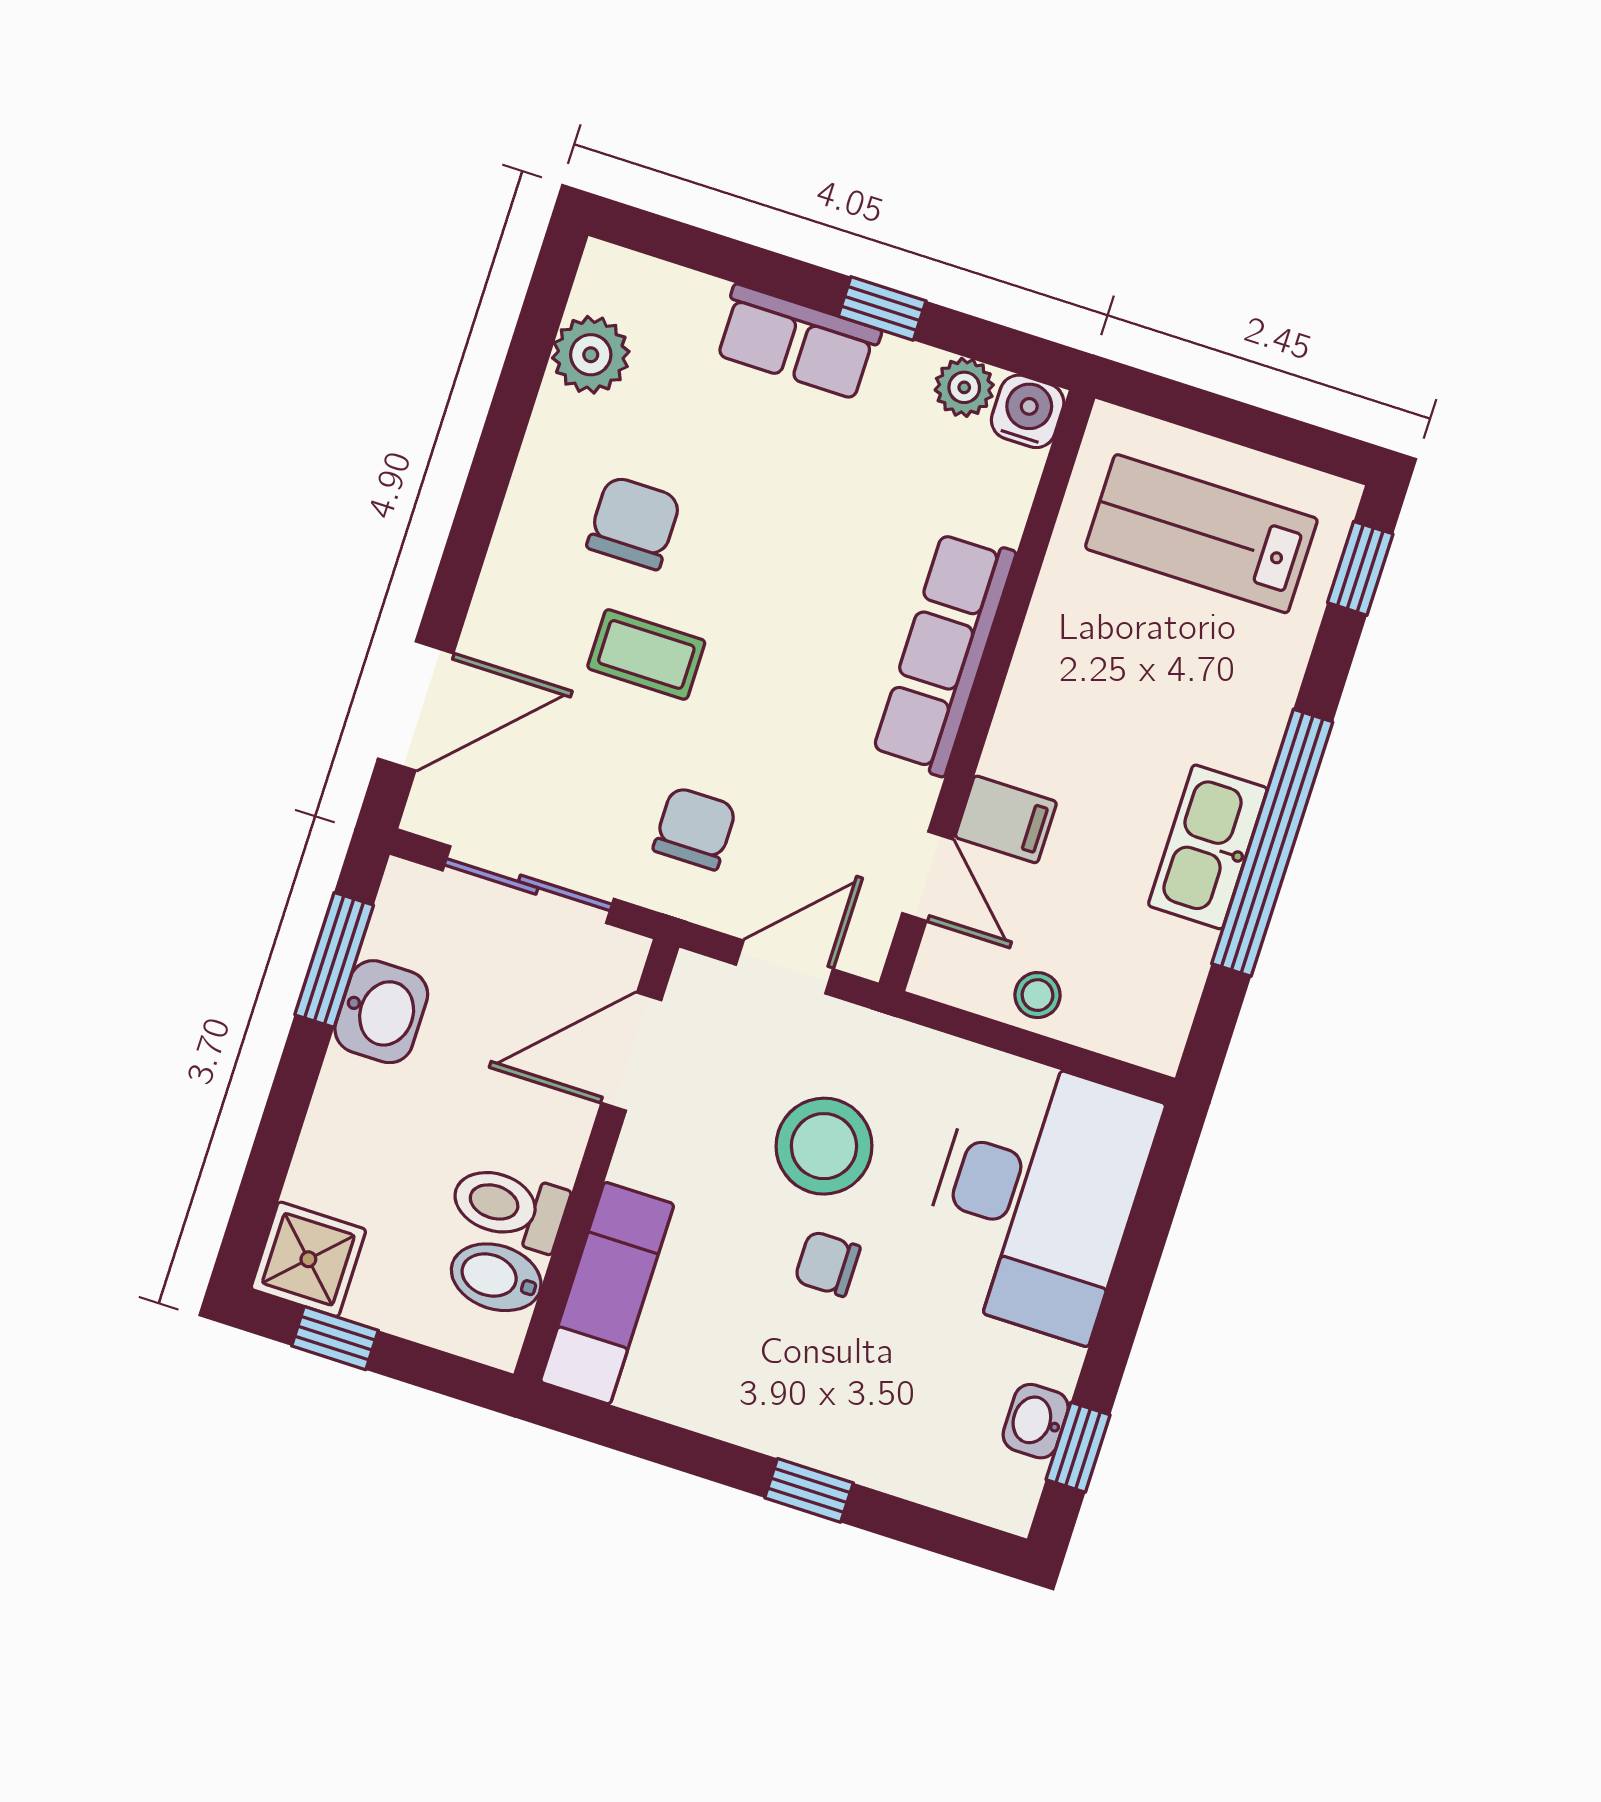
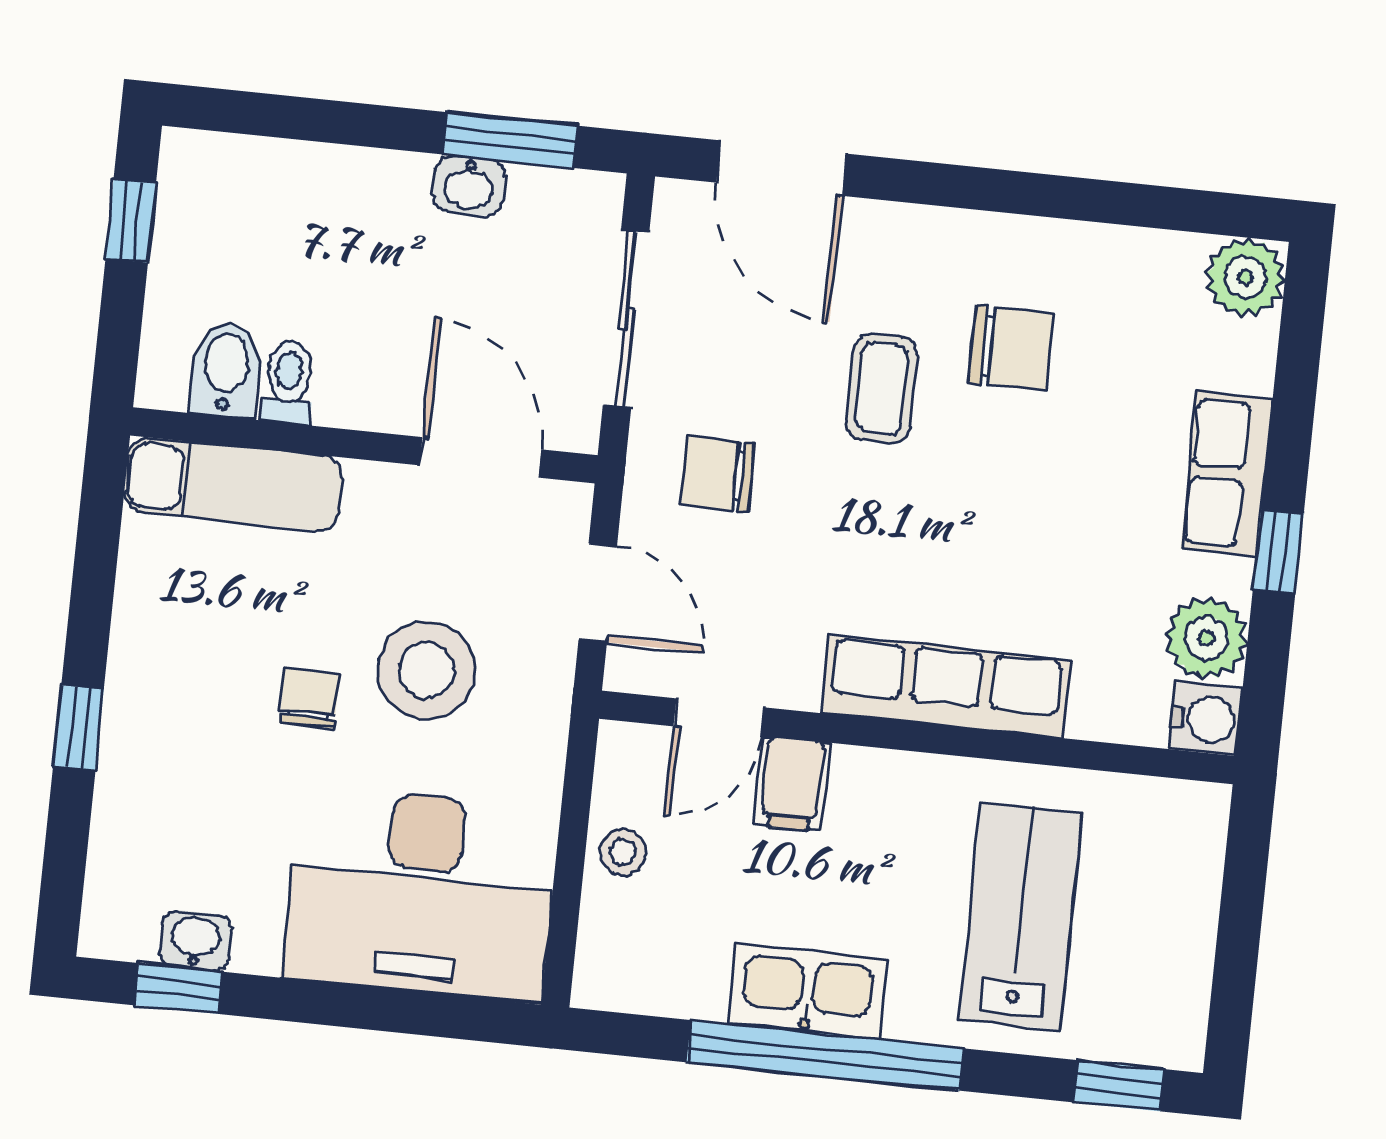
plant: (591, 355) -> (1246, 277), moved
plant: (964, 387) -> (1206, 638), width x1.38, depth x1.38
lab bench: (1201, 534) -> (1021, 916), moved
chair: (695, 828) -> (718, 474), turned 180
washbasin: (381, 1012) -> (469, 186), width x0.72, depth x0.69
toilet: (509, 1207) -> (288, 382), width x0.73, depth x0.72
shower: (308, 1259) -> (204, 177), removed

